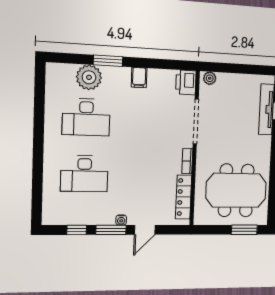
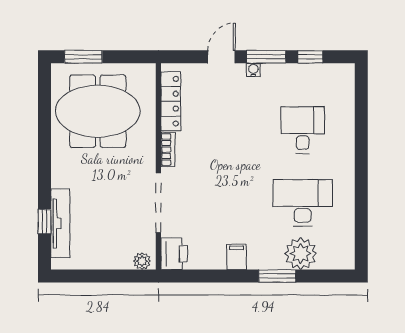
desk: (84, 174) -> (303, 130), width x0.73

